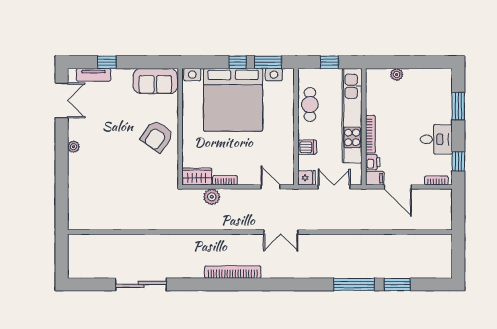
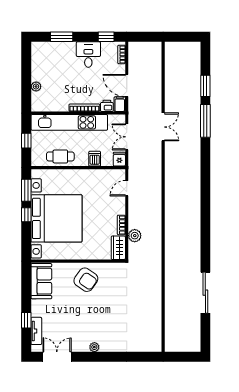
door: (398, 187) -> (127, 85), swing flipped
double door: (281, 232) -> (163, 127), moved
bookcase: (233, 272) -> (195, 219), removed

